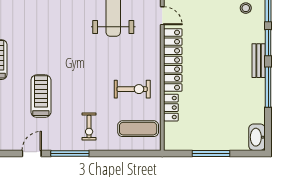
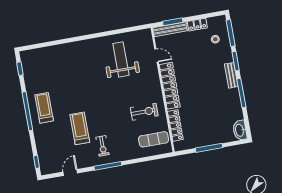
locker: (171, 108) -> (175, 125), width x1.53
exercise bike: (89, 127) -> (102, 146), moved
door: (32, 153) -> (70, 172), moved

